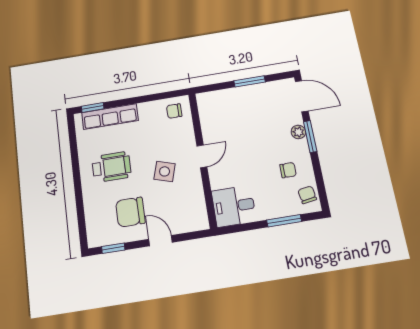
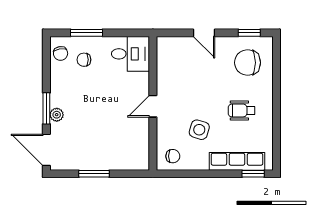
wheelchair: (112, 167) -> (242, 110), width x0.73, depth x0.73
chair: (288, 170) -> (84, 60), moved
side table: (165, 171) -> (199, 130), moved
chair: (130, 212) -> (248, 63), moved, turned 180

